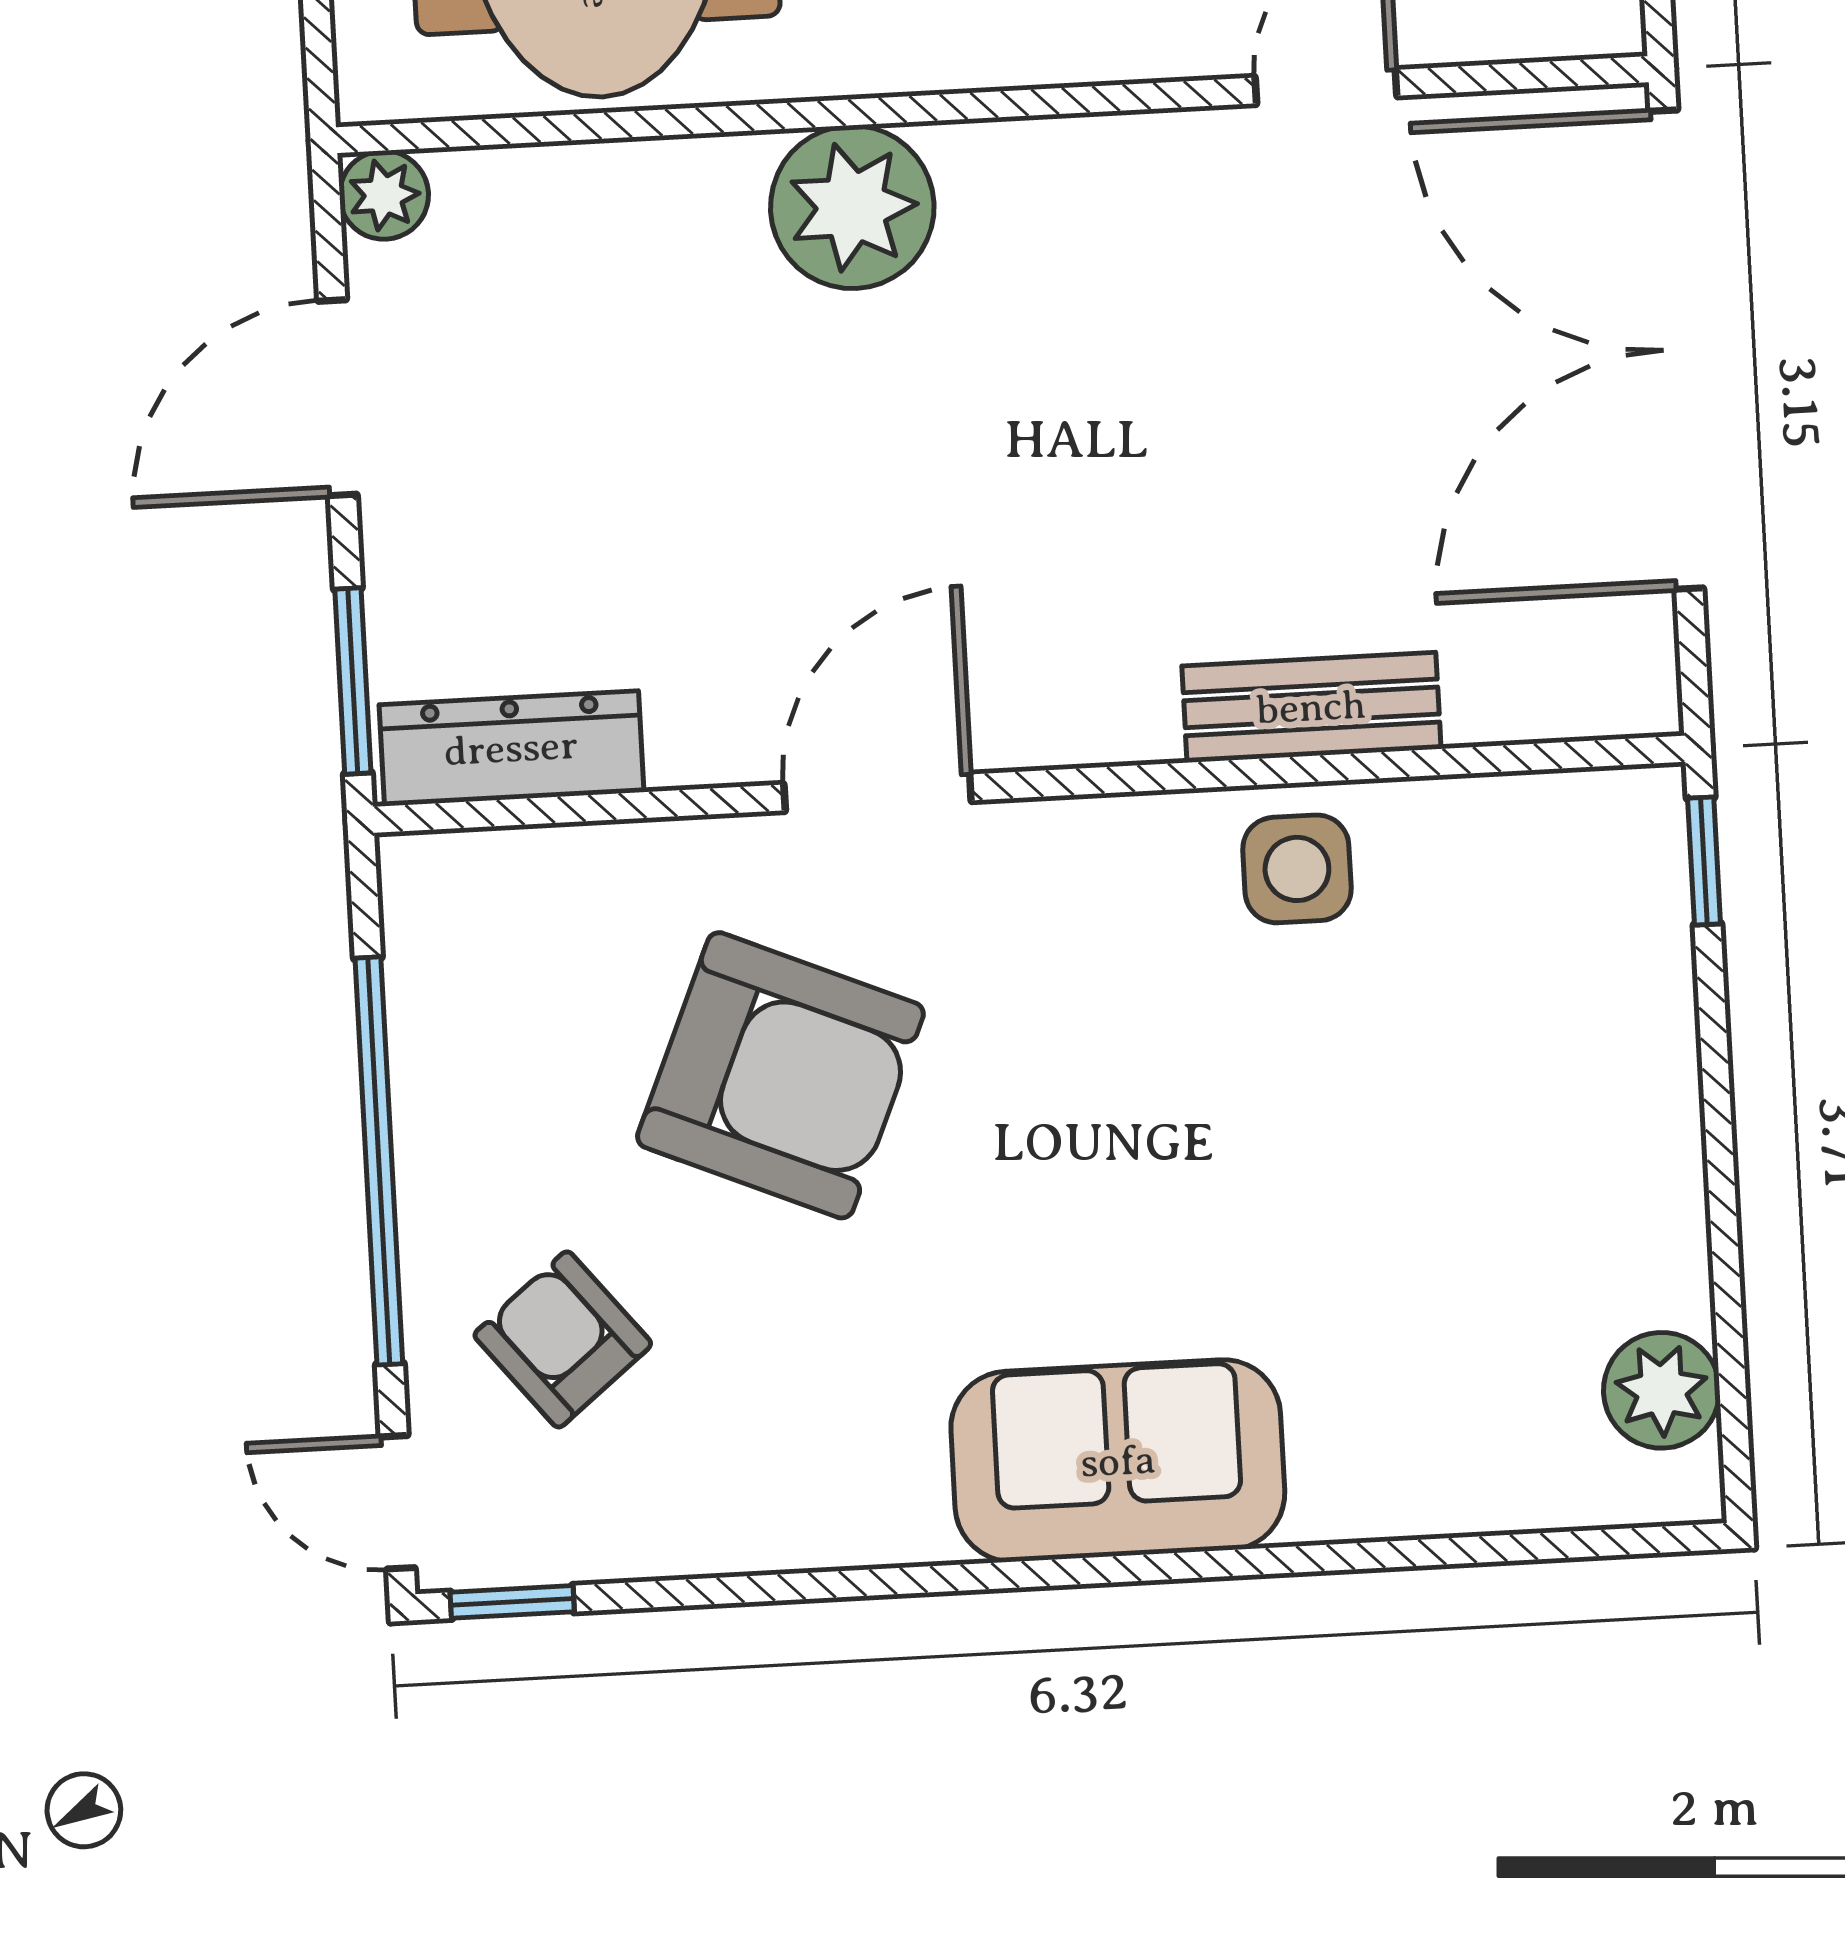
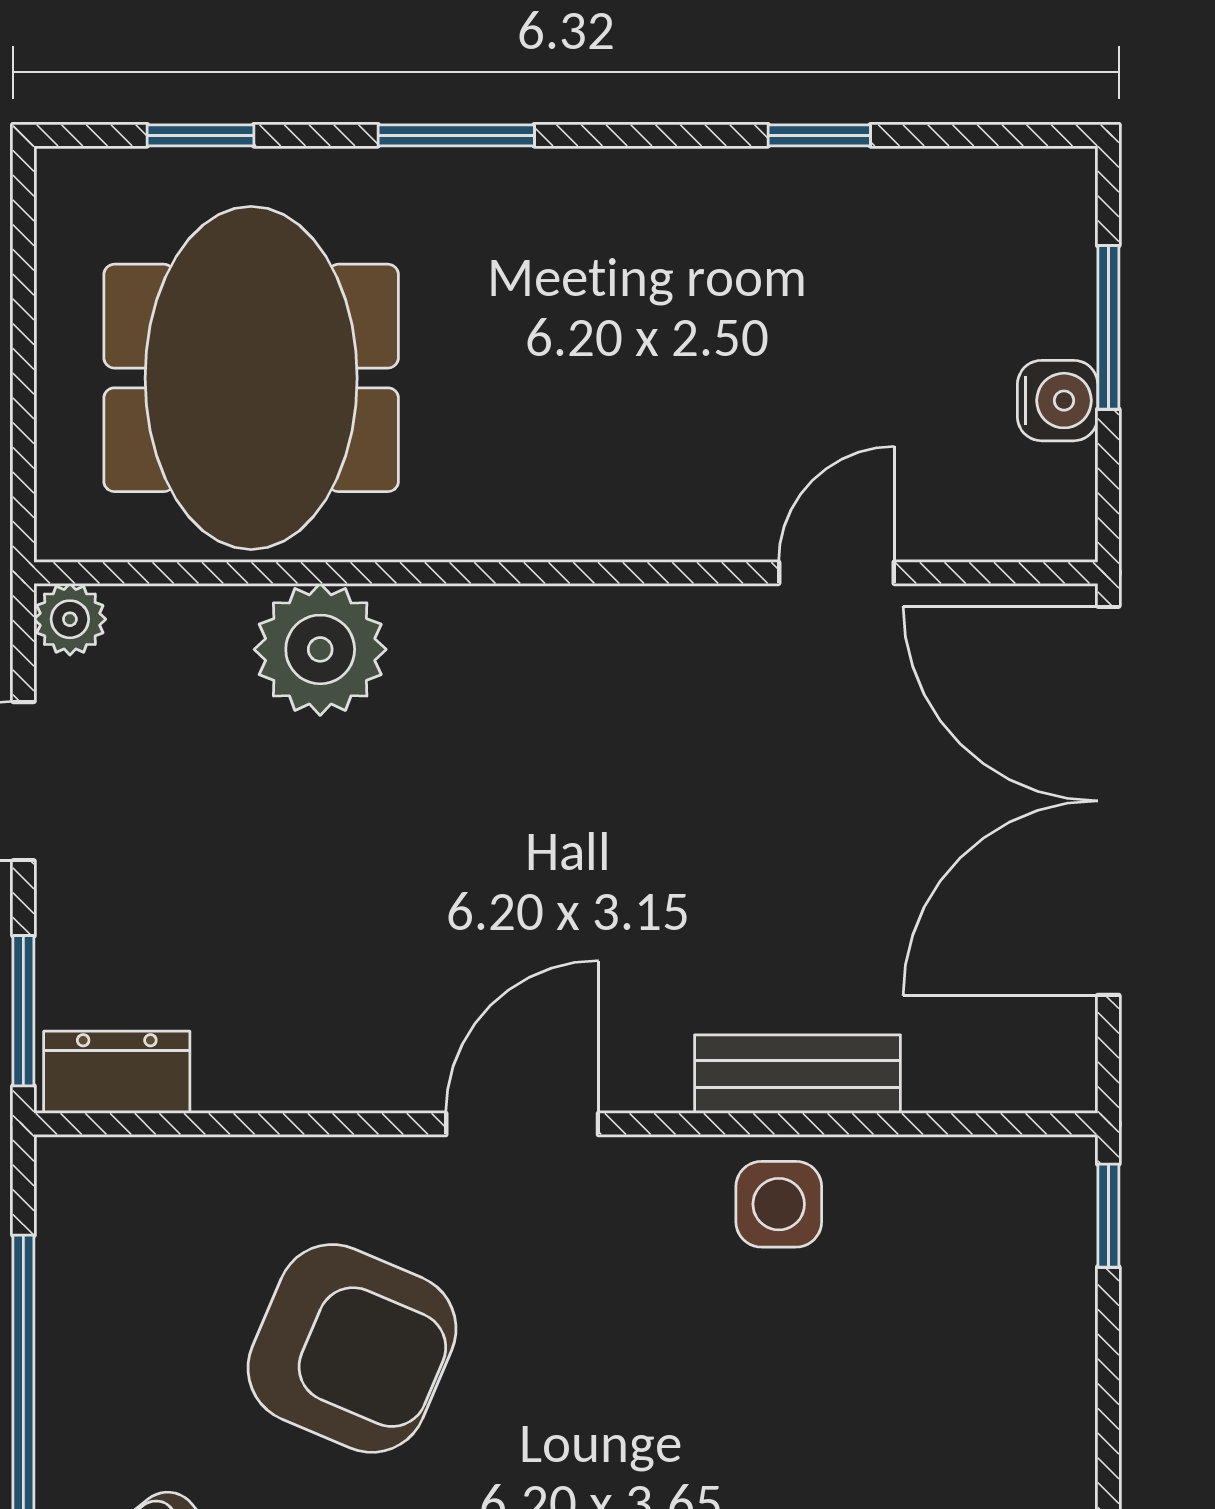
plant: (852, 207) -> (320, 649), moved
dresser: (511, 748) -> (117, 1072), width x0.70
door: (878, 792) -> (522, 1124), moved

